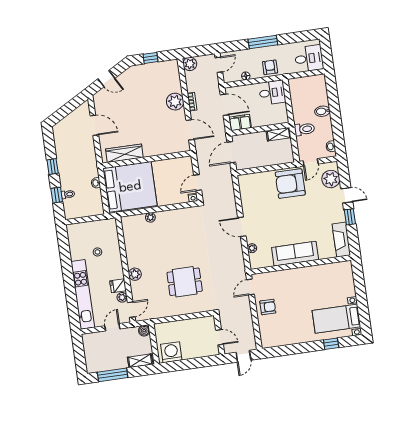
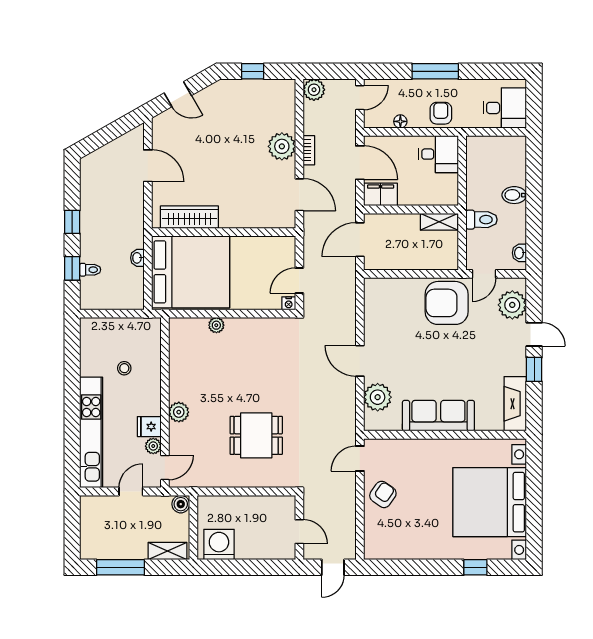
plant: (252, 248) -> (378, 397), width x1.87, depth x1.87
armchair: (268, 307) -> (383, 494), turned -55
bed with nightstands: (337, 319) -> (490, 502), width x1.85

